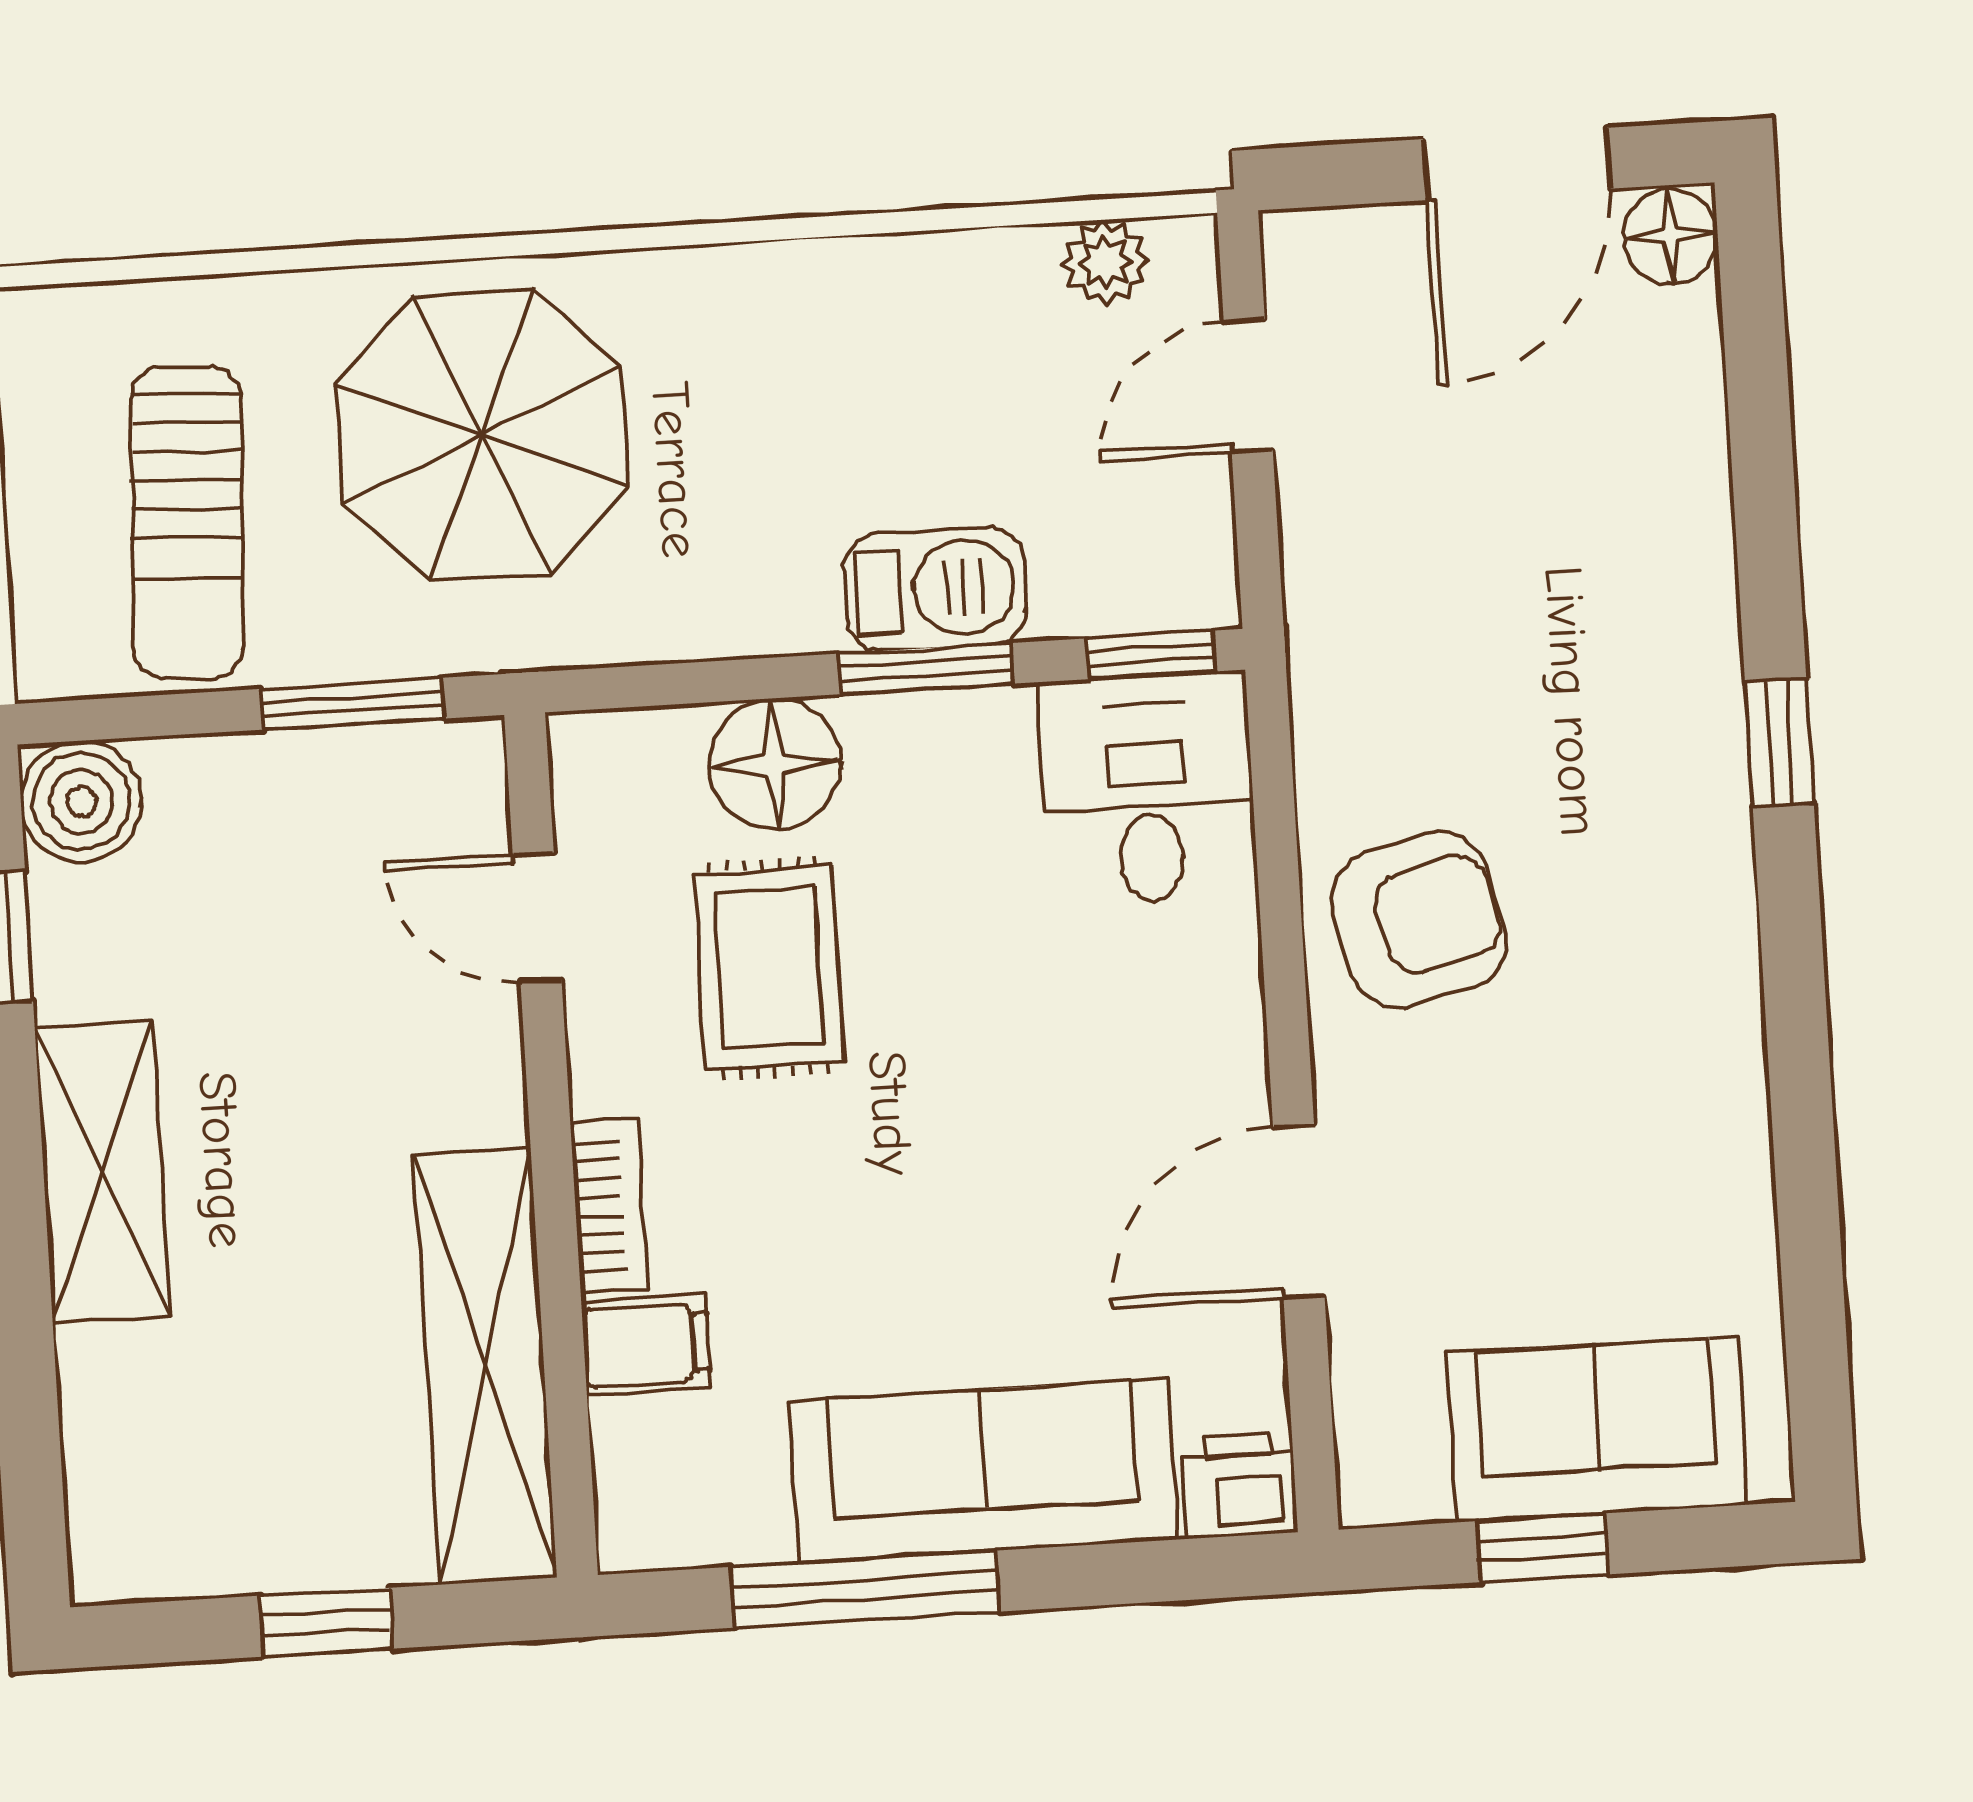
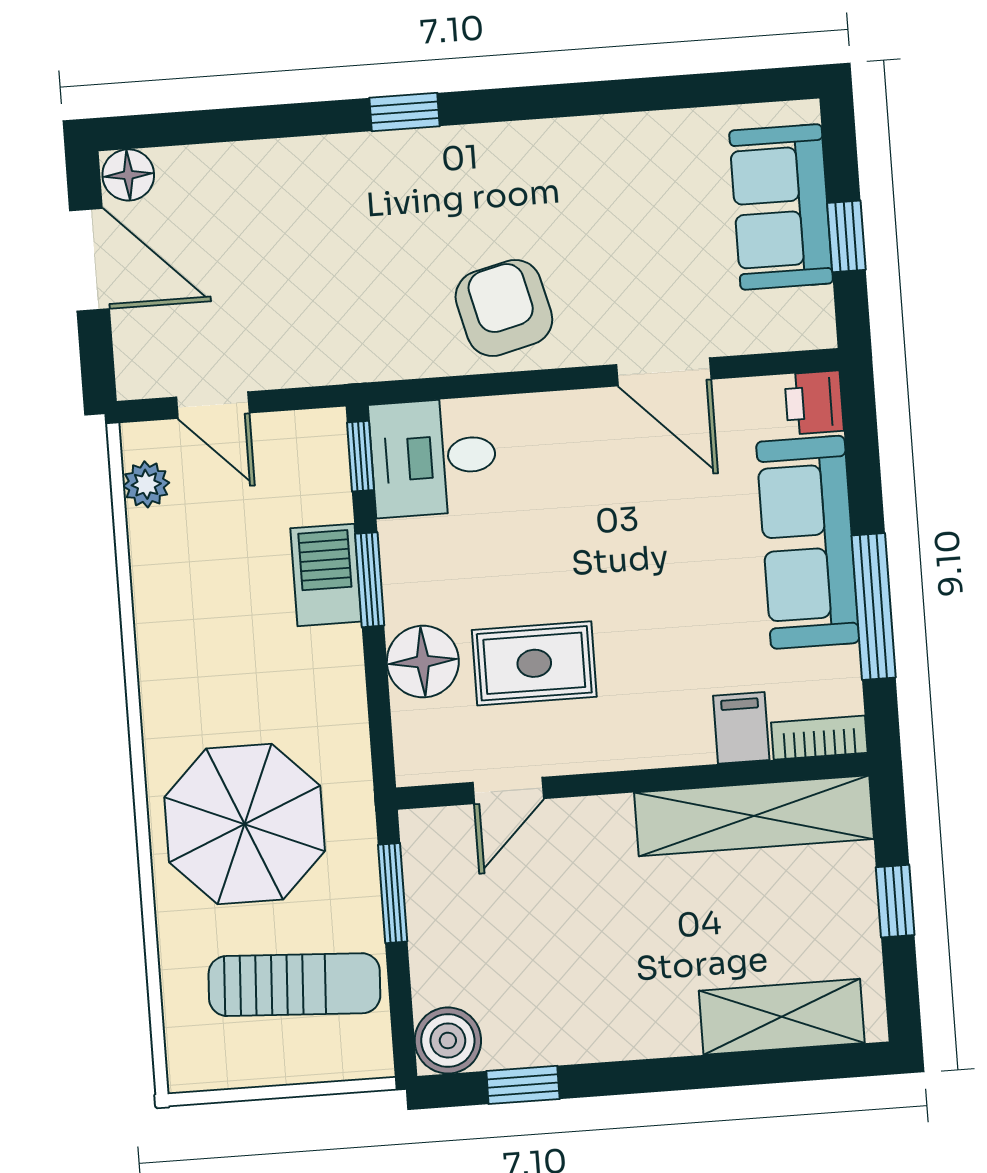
shelving: (103, 1172) -> (782, 1017), moved
bookcase: (610, 1206) -> (819, 738), moved

